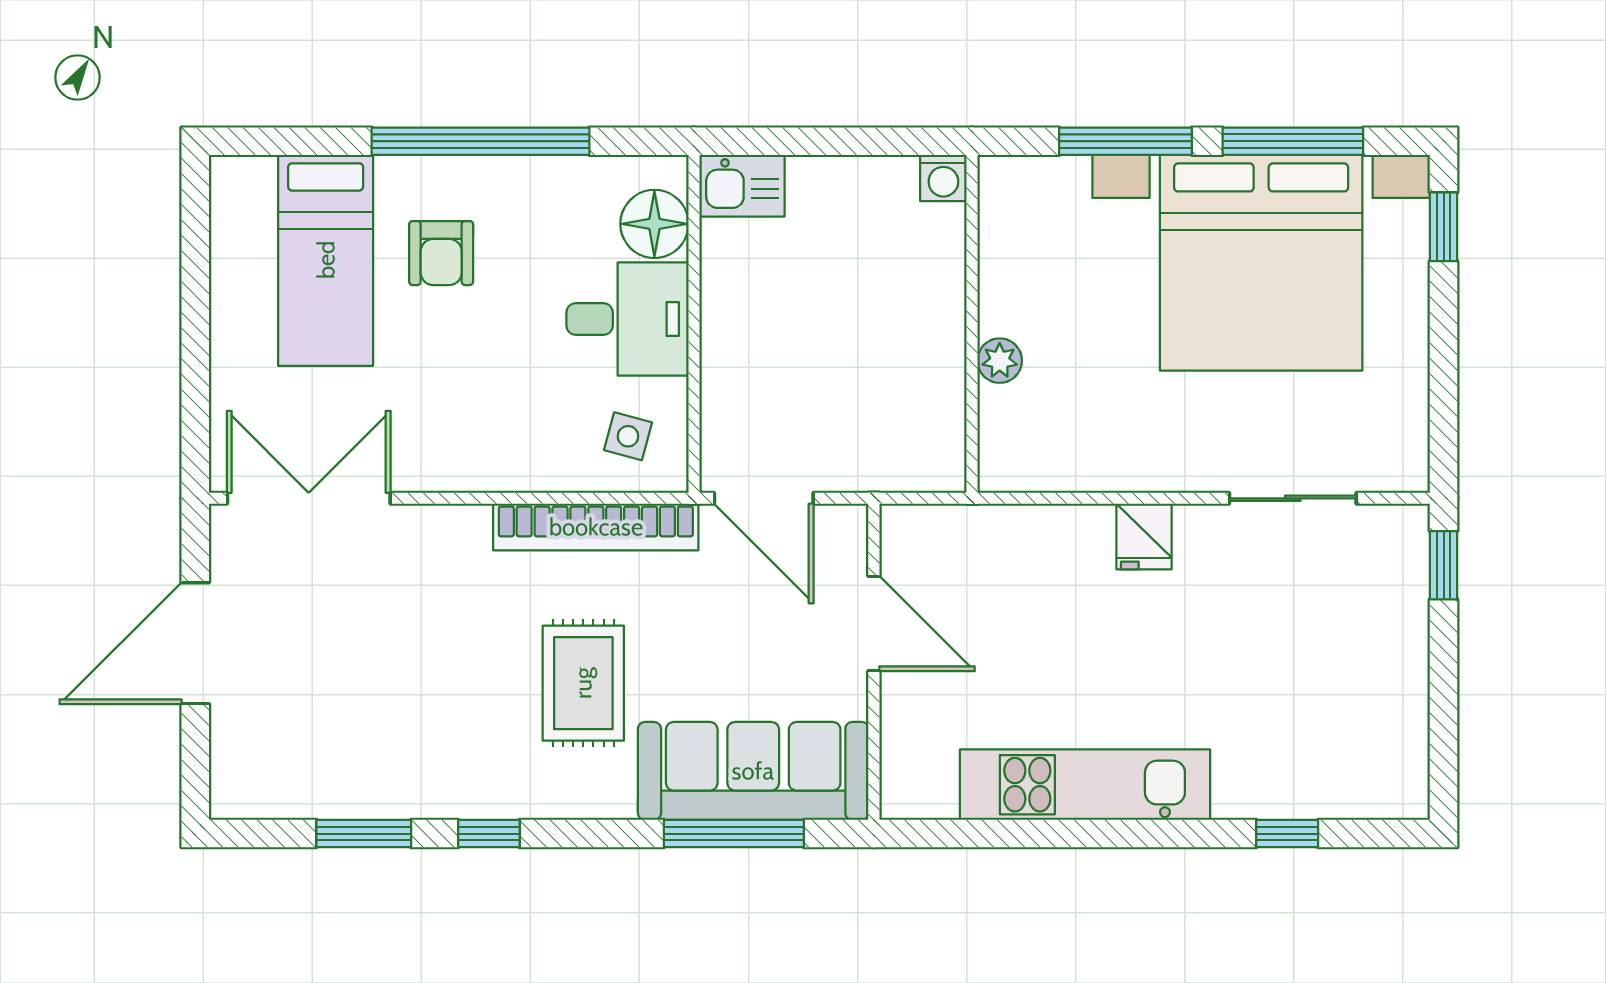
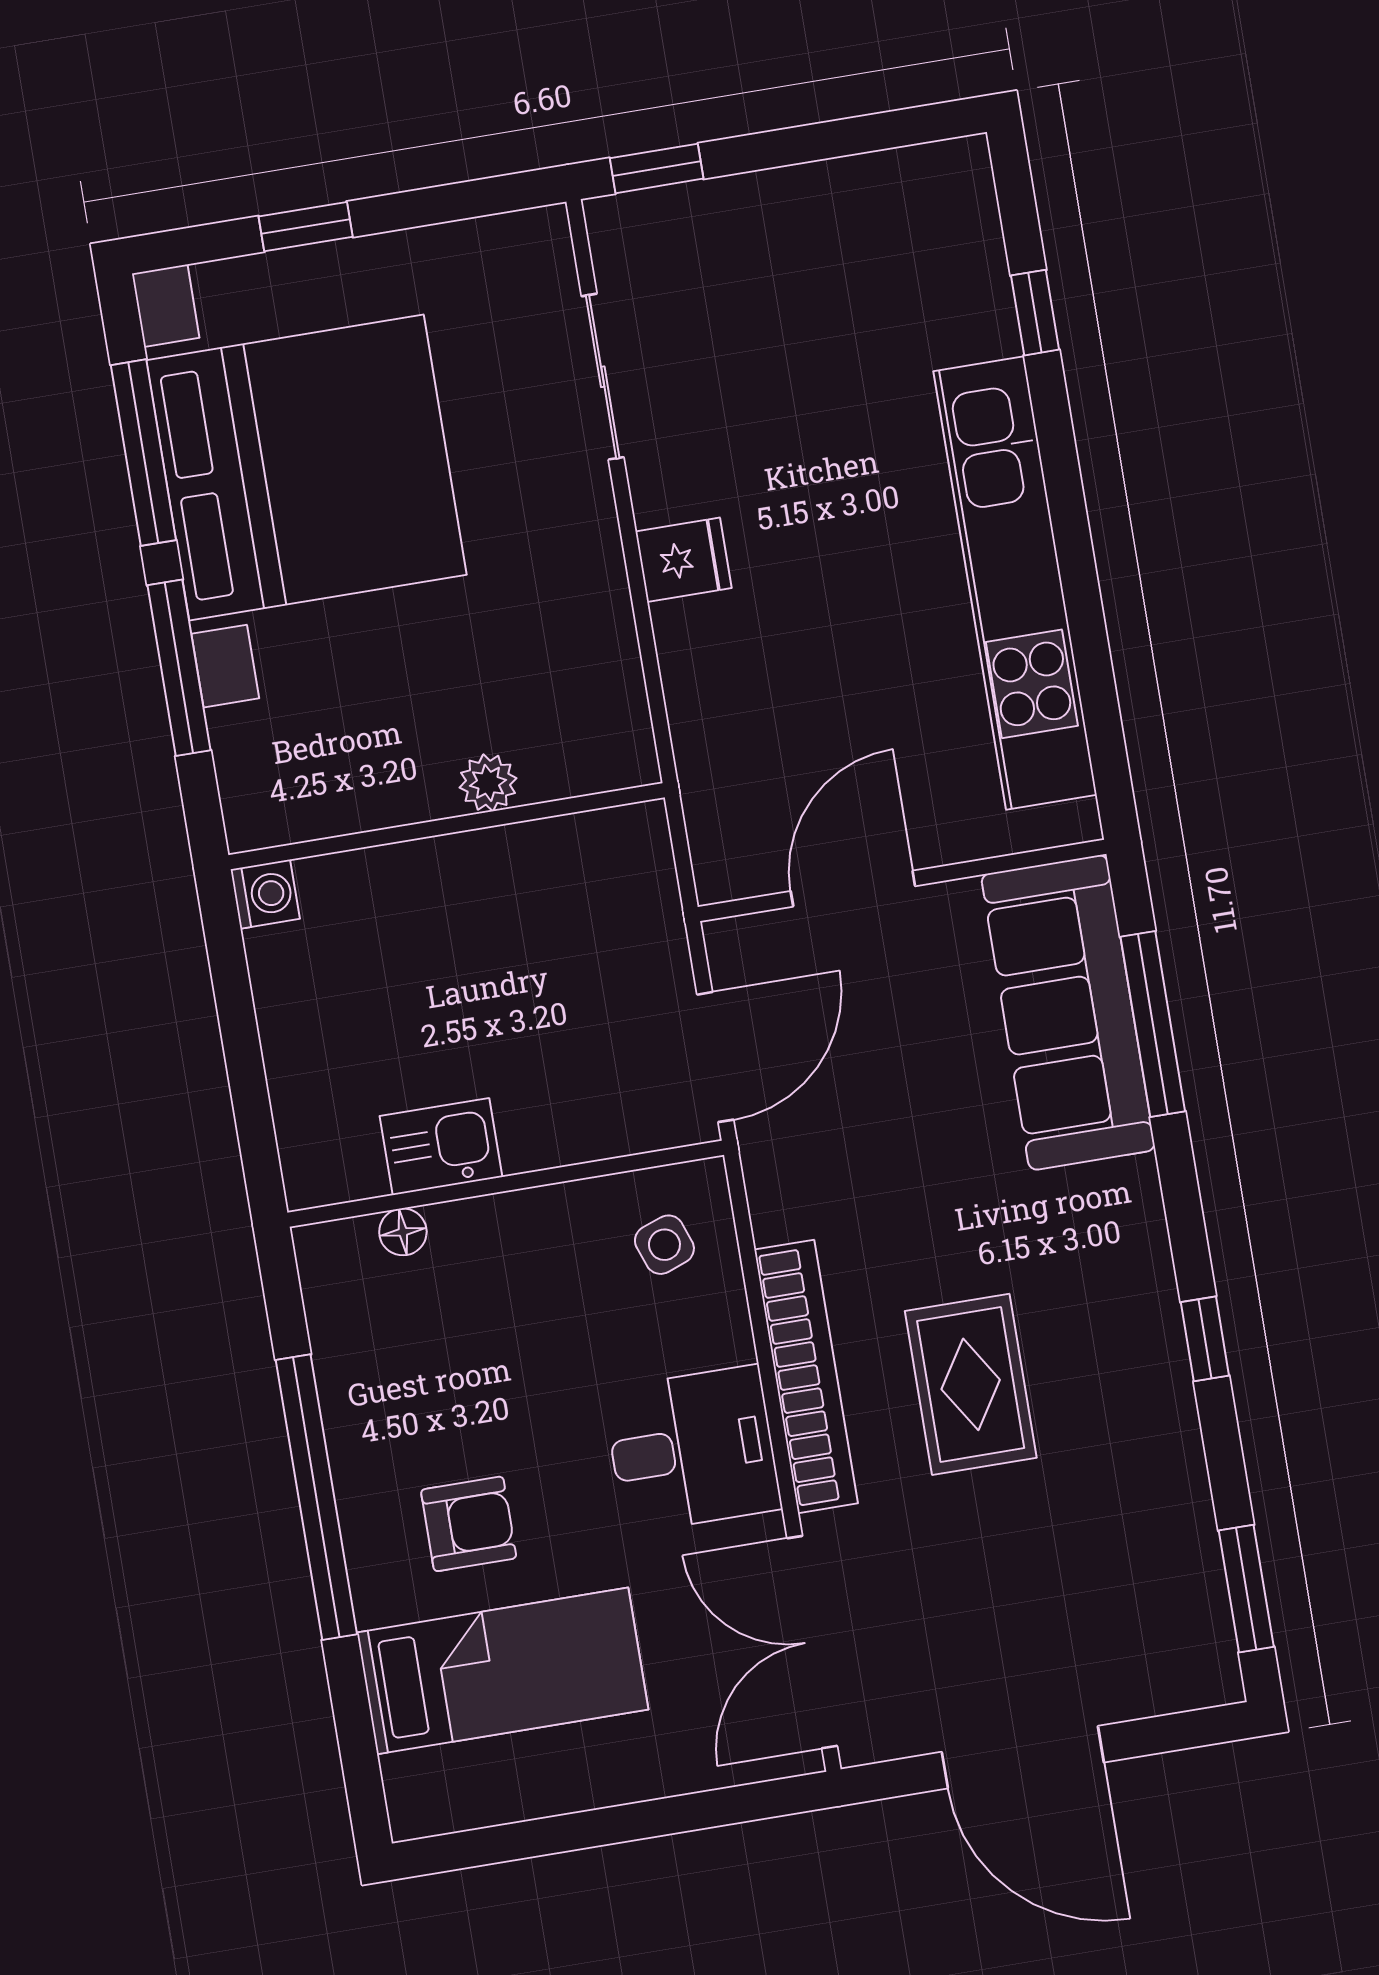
kitchen sink: (742, 186) -> (441, 1147), moved, turned -90
floor lamp: (654, 224) -> (403, 1232), width x0.53, depth x0.53
window: (1444, 227) -> (306, 227), moved
desk: (627, 319) -> (692, 1449), moved, turned 90
side table: (628, 436) -> (664, 1245), turned -35
bookcase: (596, 527) -> (806, 1376), moved
rug: (583, 683) -> (971, 1384), moved, turned 90
kitchen unit: (1085, 785) -> (1015, 583), width x1.36
window: (364, 834) -> (1246, 1589), moved

